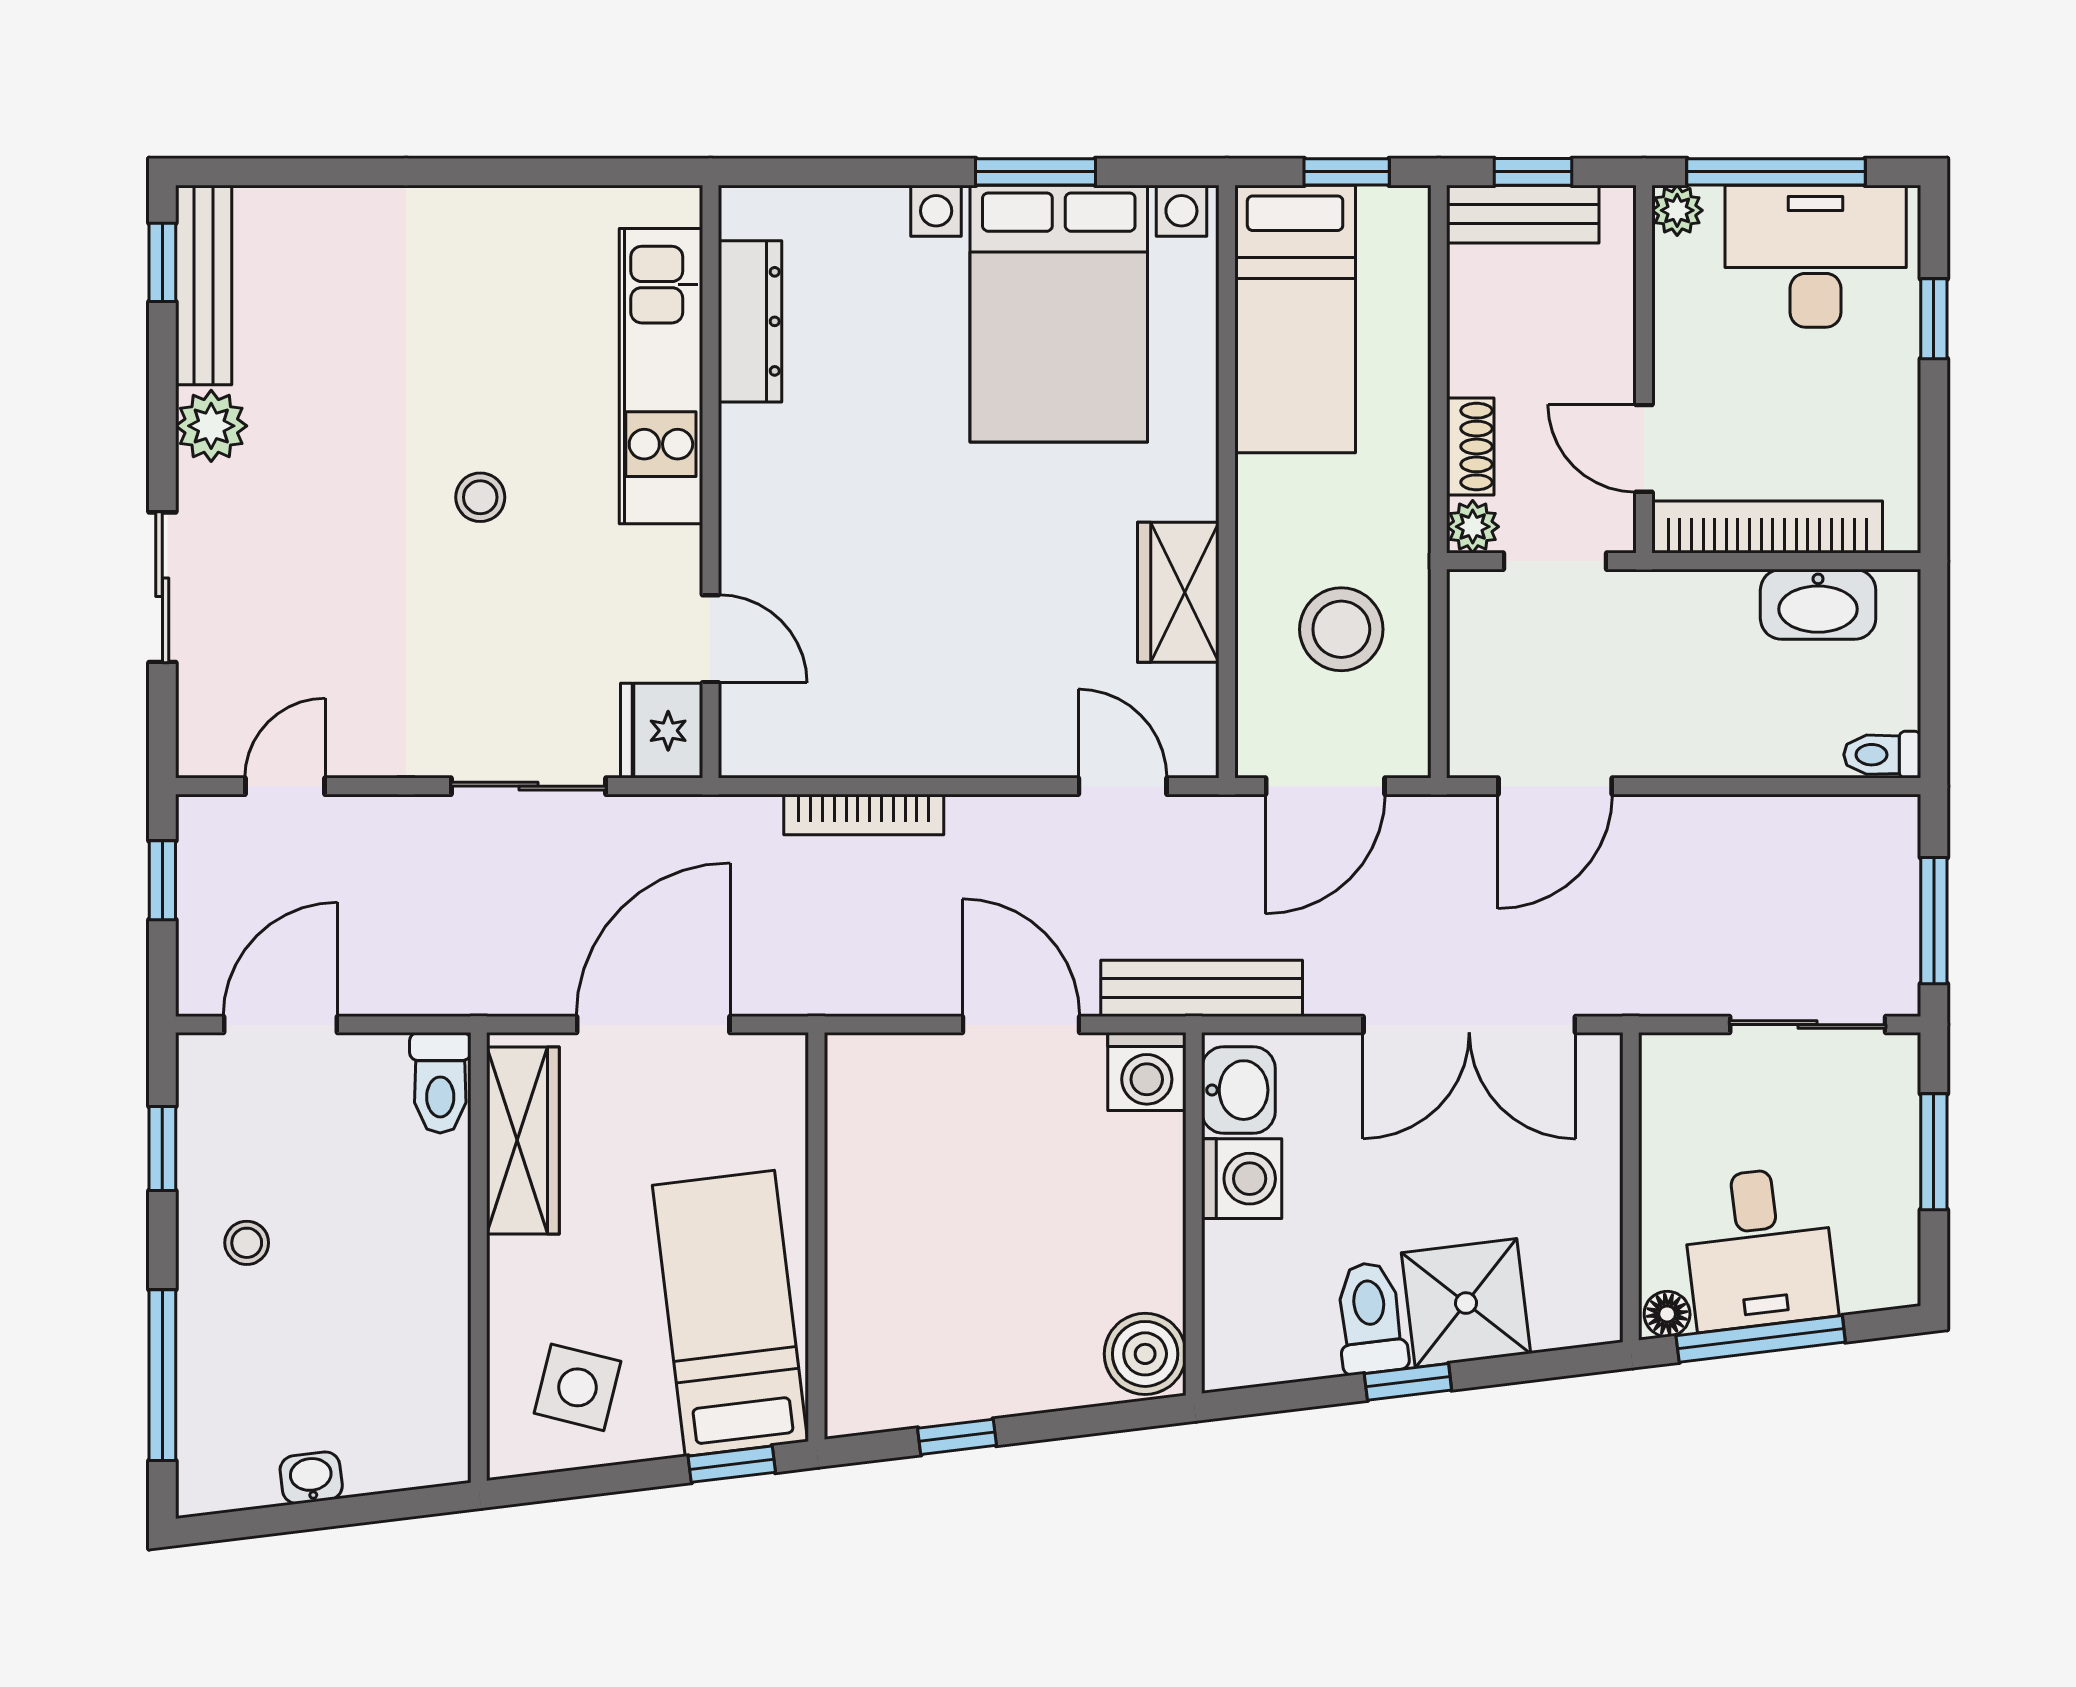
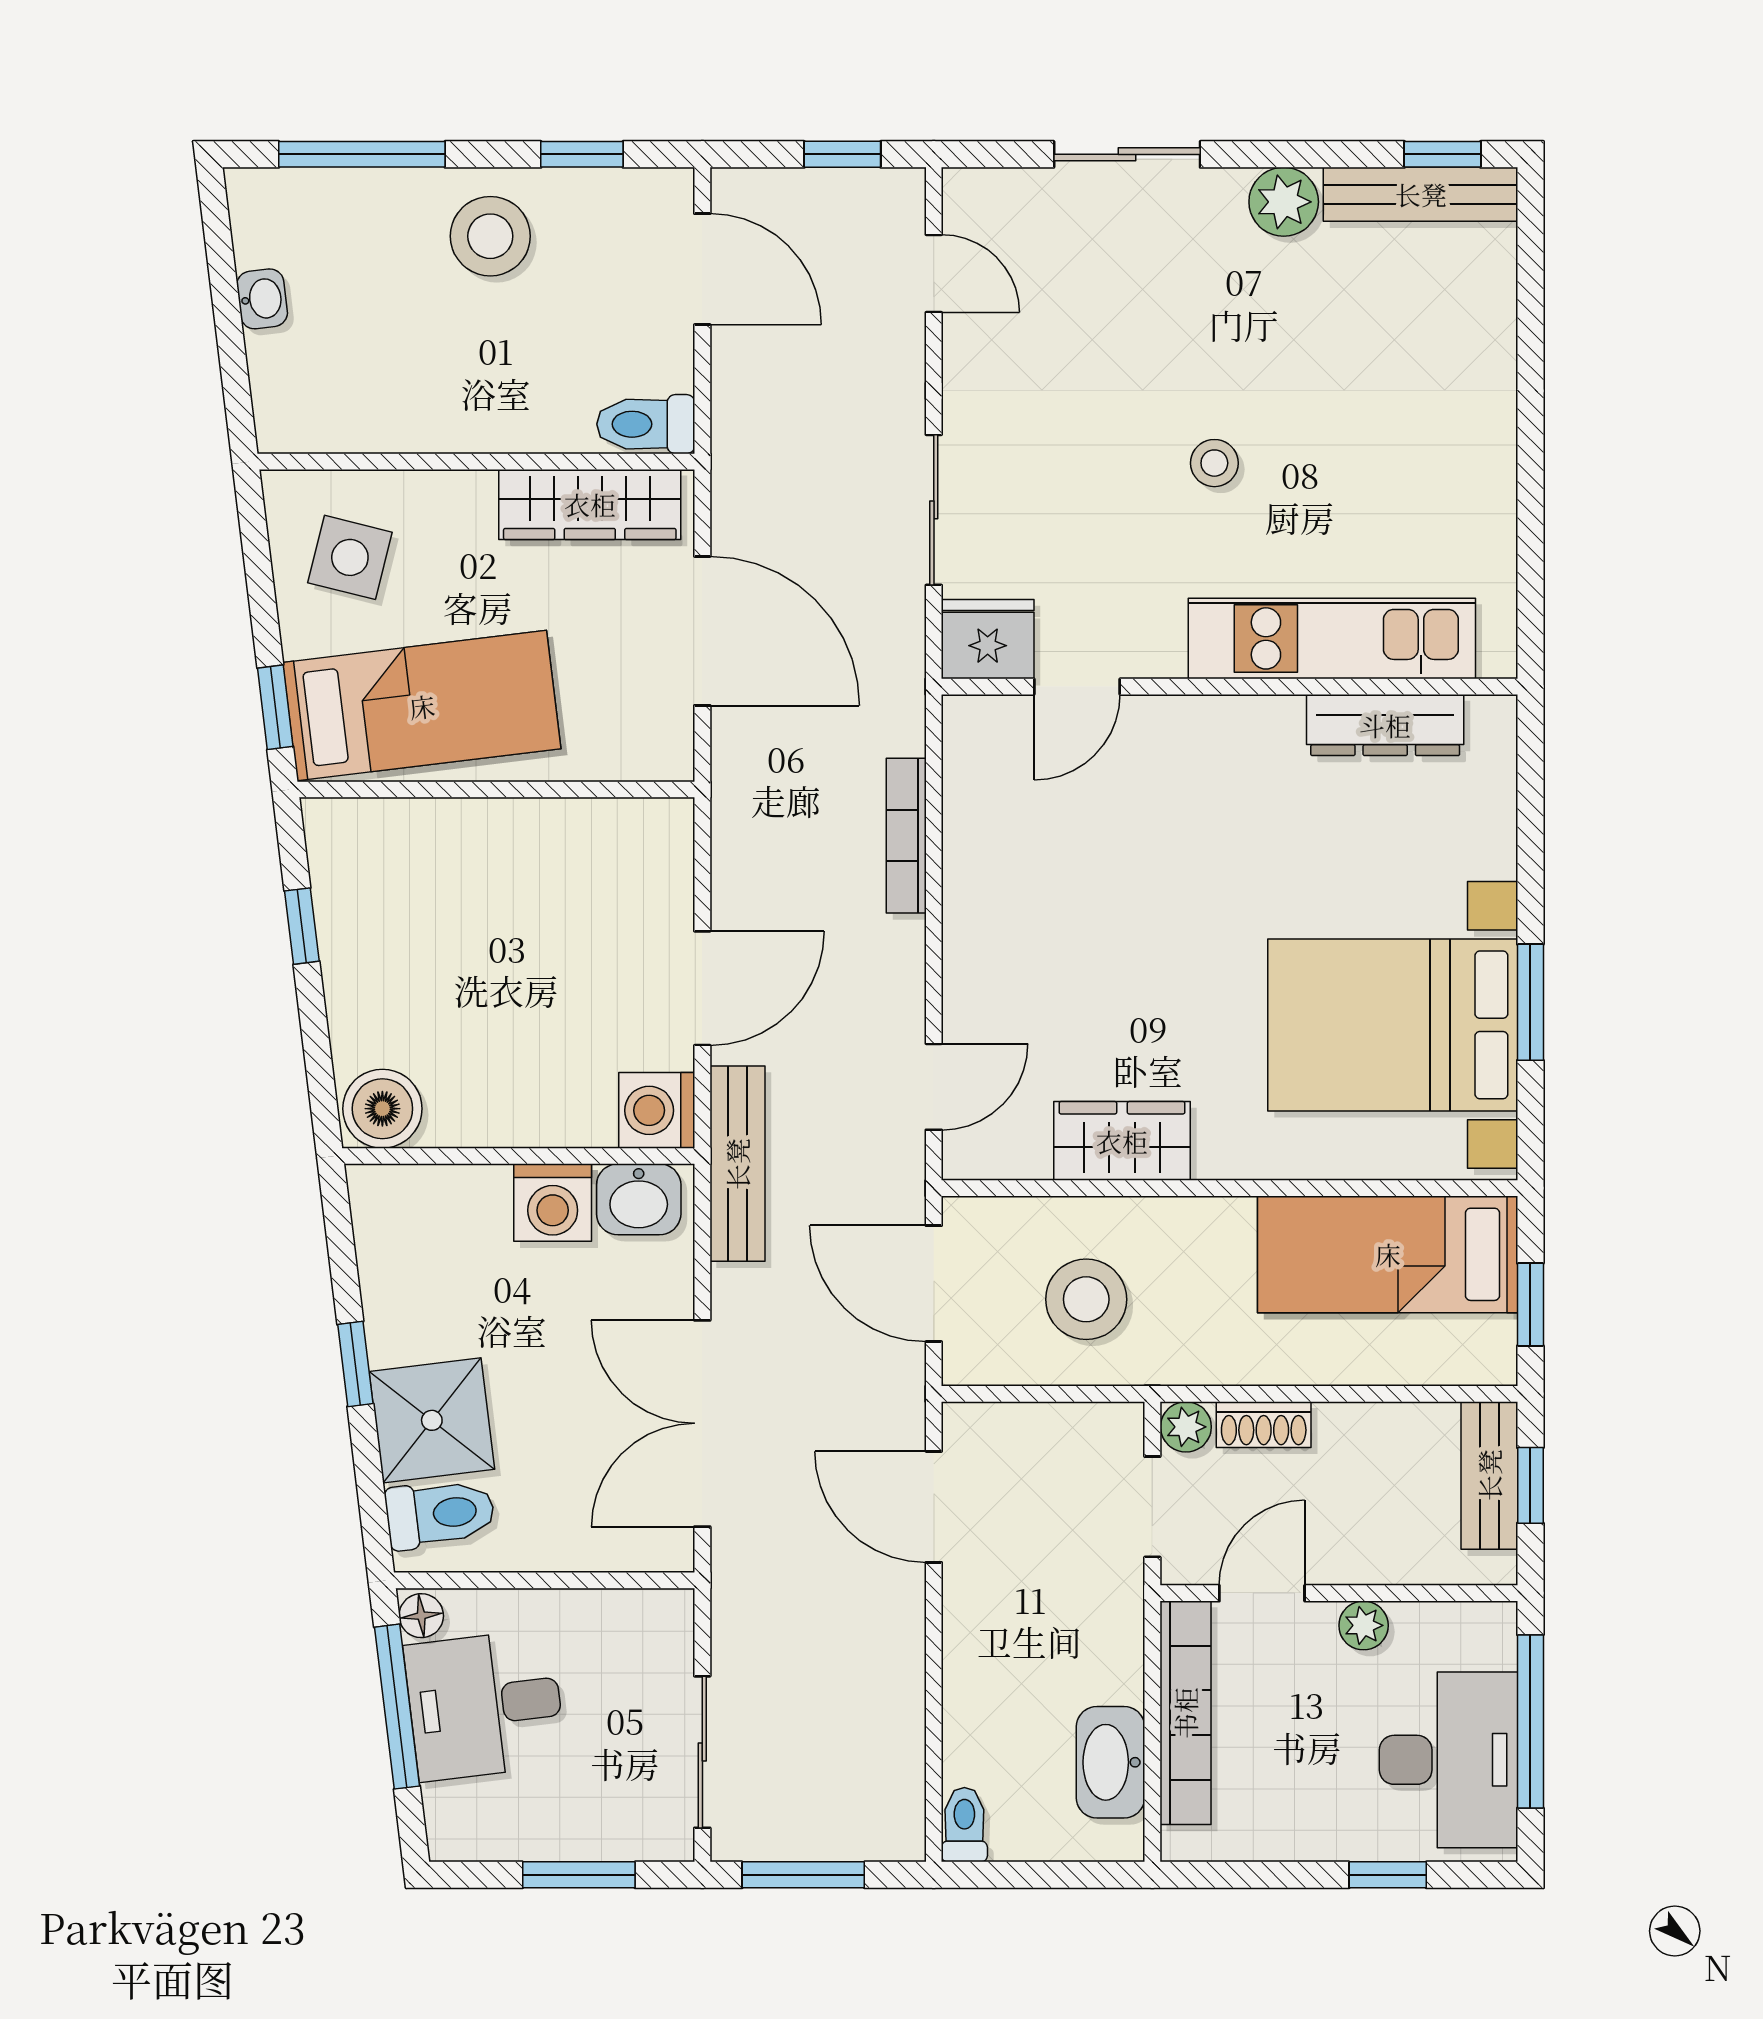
plant: (1677, 210) -> (1364, 1625), moved
stool: (247, 1243) -> (490, 236), width x1.89, depth x1.89
toilet: (1371, 1318) -> (440, 1514), moved

